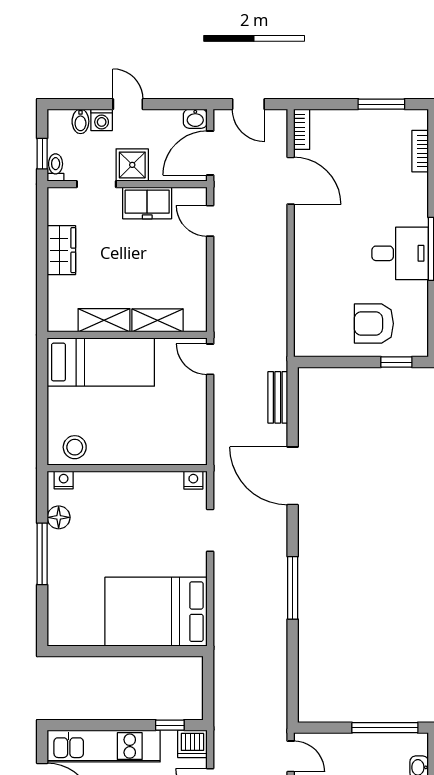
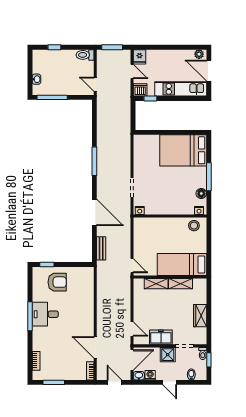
washing machine: (102, 120) -> (150, 375), moved
bed: (156, 612) -> (183, 150), moved, turned 180

